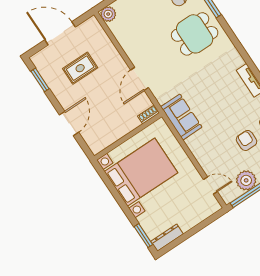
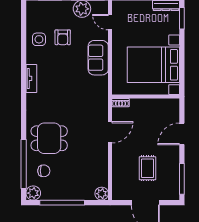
rug: (80, 68) -> (147, 168), turned 90
window: (40, 80) -> (182, 179), width x1.44
sofa: (181, 117) -> (98, 58), moved

